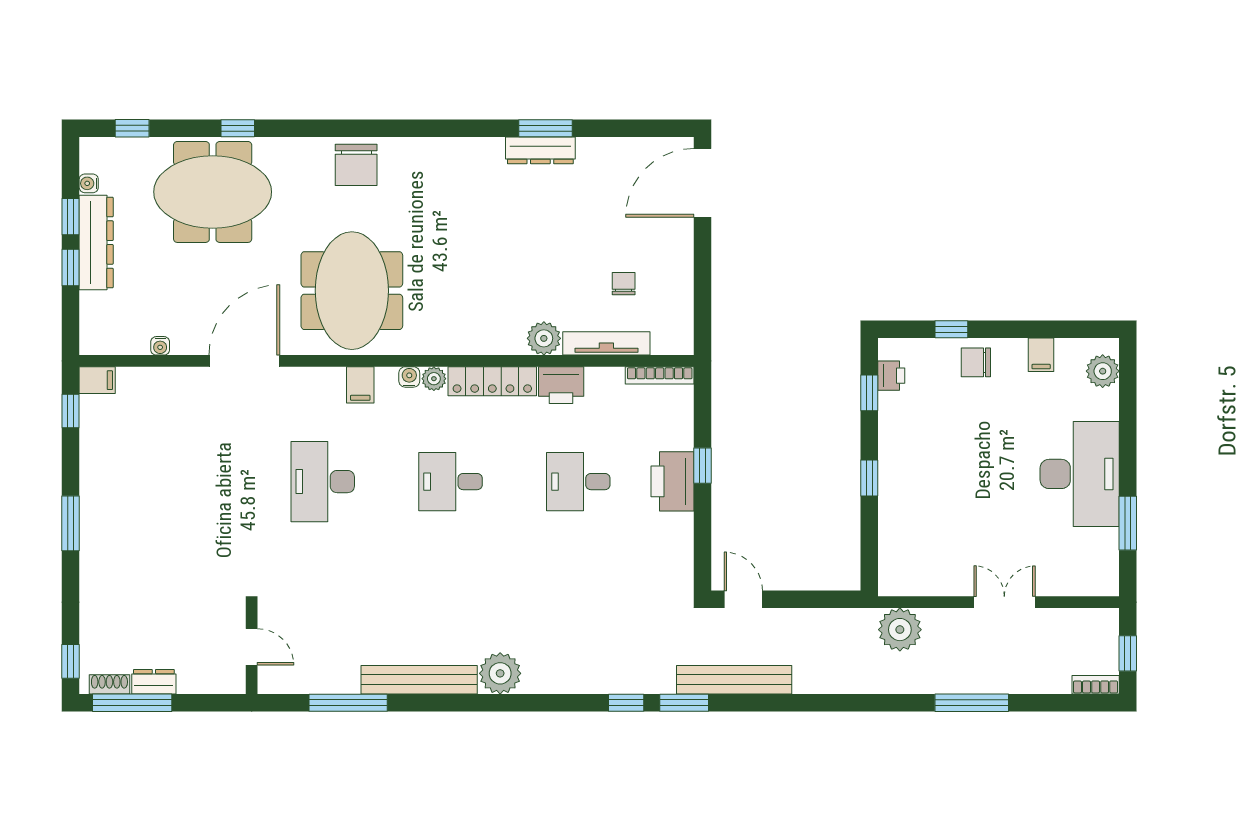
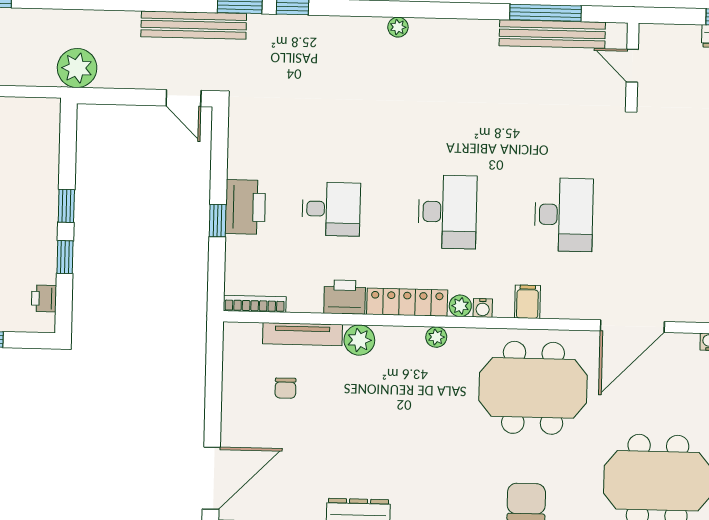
meeting table: (352, 291) -> (533, 388), turned 90
plant: (459, 344) -> (436, 337), added
window: (869, 393) -> (65, 257), moved
desk: (451, 482) -> (447, 212), width x1.37
plant: (900, 630) -> (77, 68), moved
plant: (500, 673) -> (398, 27), width x0.53, depth x0.53
bench: (419, 680) -> (552, 34), moved

